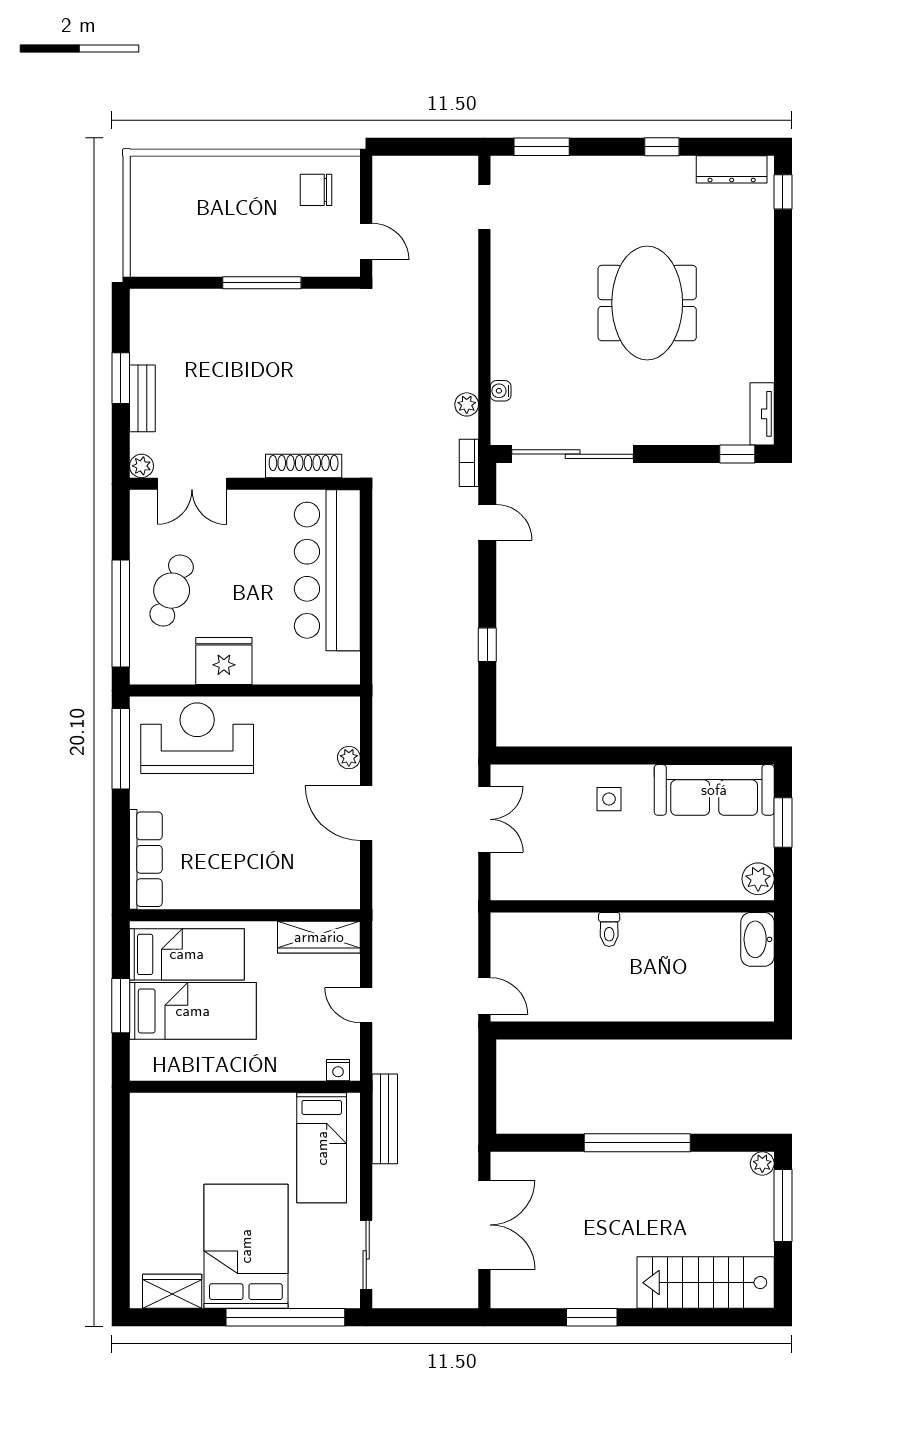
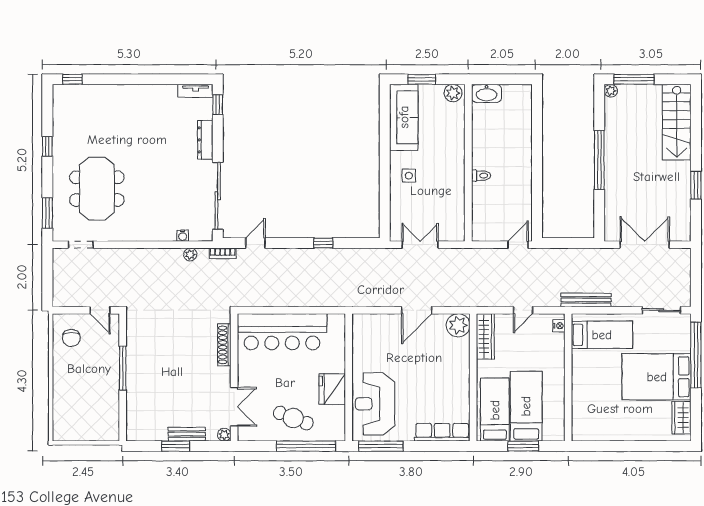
dresser: (732, 169) -> (205, 140), moved, turned 180
door: (366, 242) -> (100, 310), swing flipped
meeting table: (647, 303) -> (97, 189), moved, turned 90
plant: (349, 758) -> (458, 325), moved, width x1.88, depth x1.88

